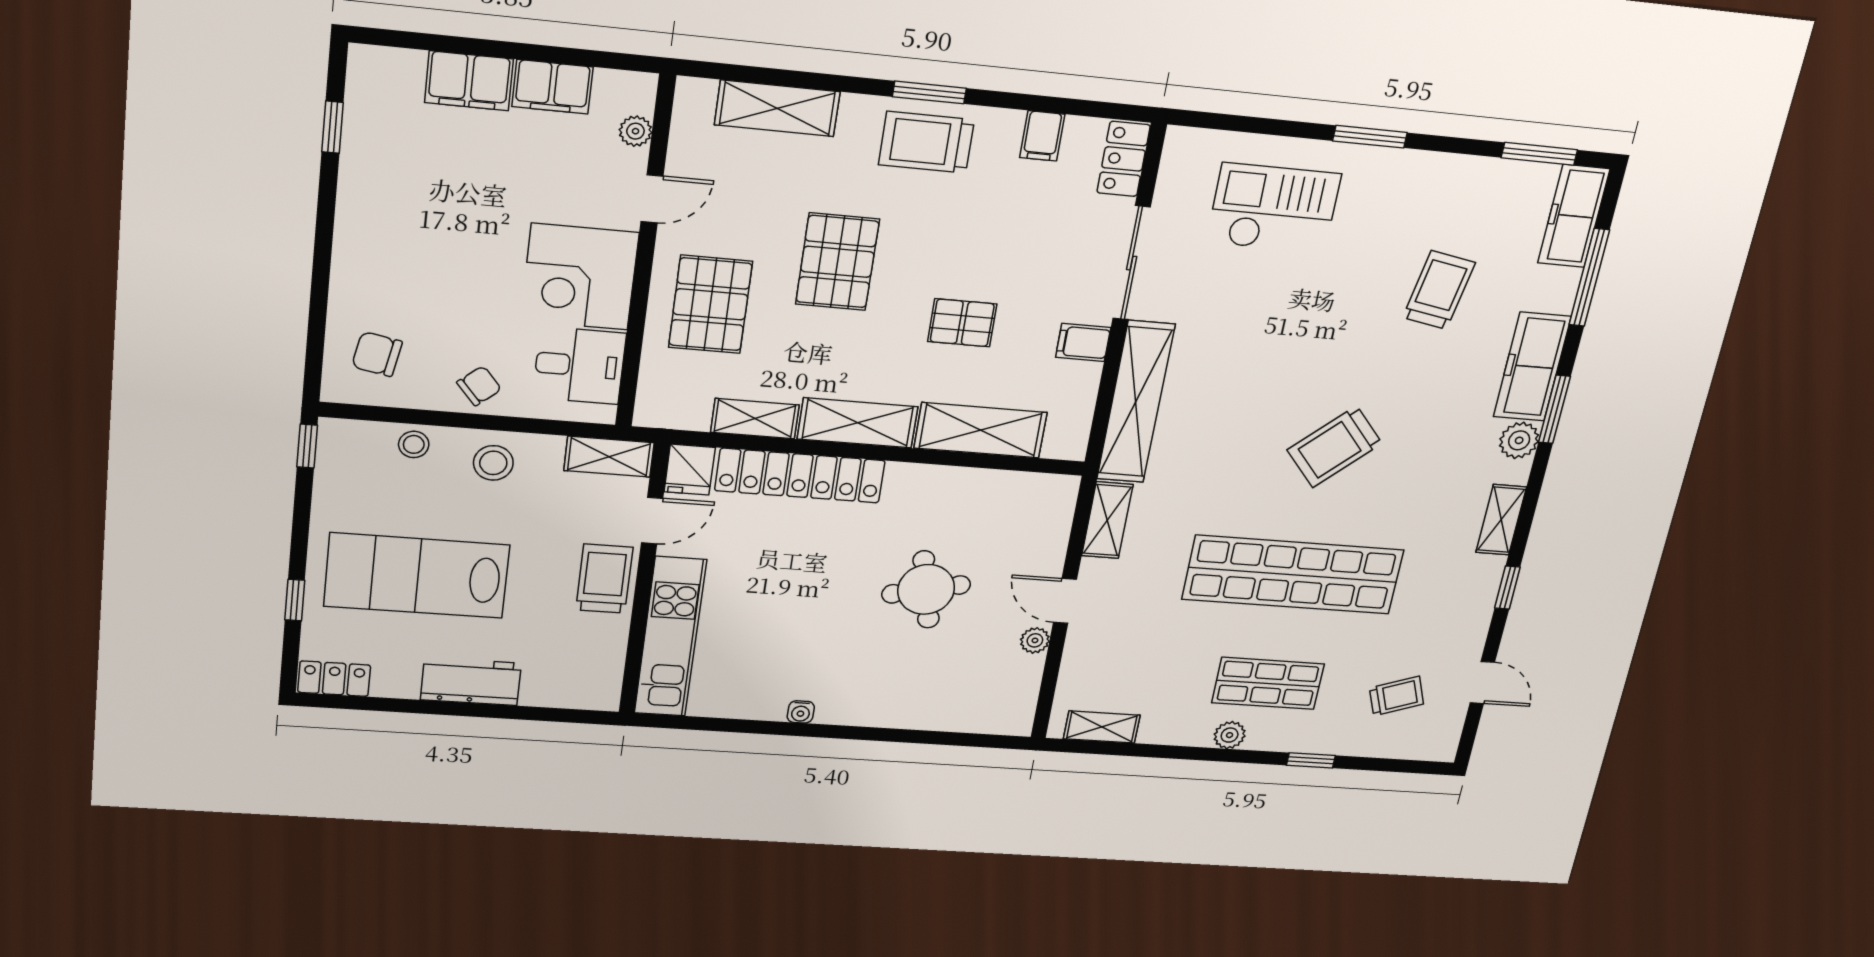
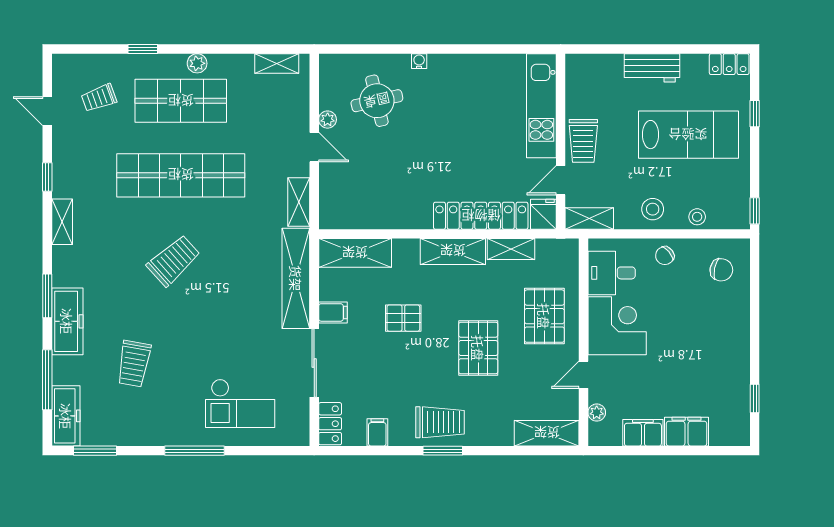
shelving: (777, 108) -> (547, 433), moved
window: (1370, 137) -> (194, 451), width x1.44
shelving: (981, 430) -> (355, 253), moved
plant: (1519, 440) -> (64, 274), removed
round table: (926, 589) -> (377, 101), moved
shop shelf: (1268, 683) -> (181, 101), width x1.43, depth x1.36
water cooler: (801, 712) -> (419, 61), moved

